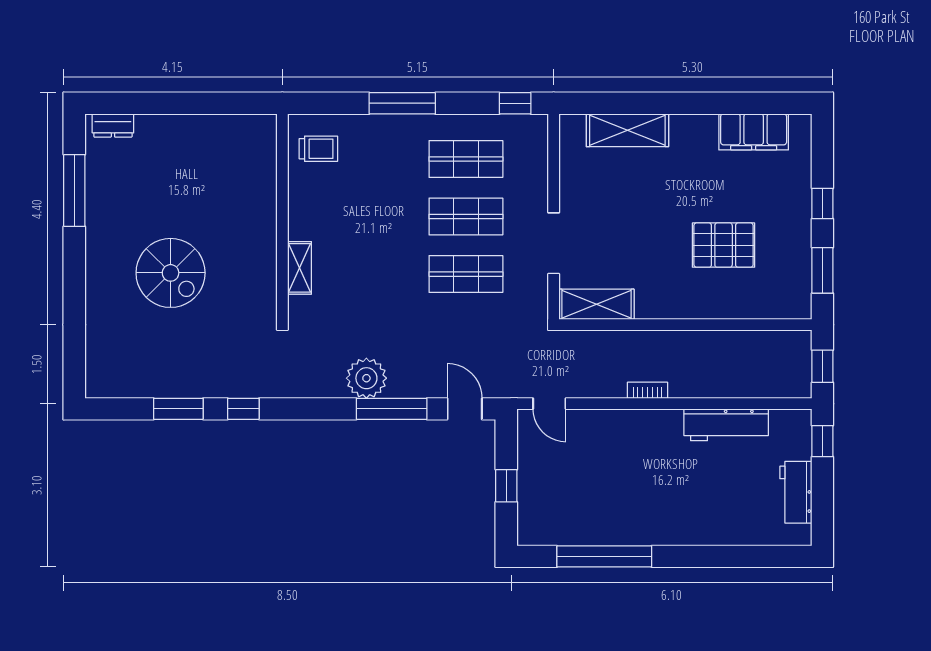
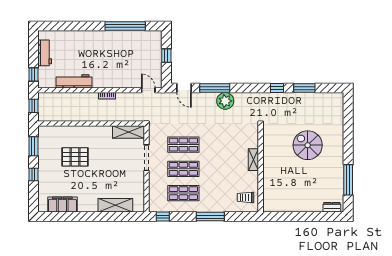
shelving: (299, 268) -> (253, 160), moved

